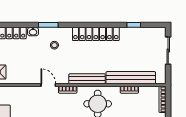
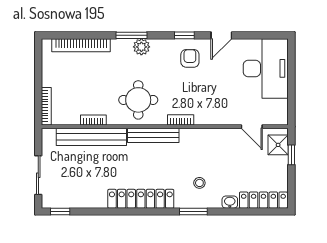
window: (48, 25) -> (193, 211), moved
window: (134, 25) -> (60, 211), moved
door: (48, 85) -> (252, 127), moved

